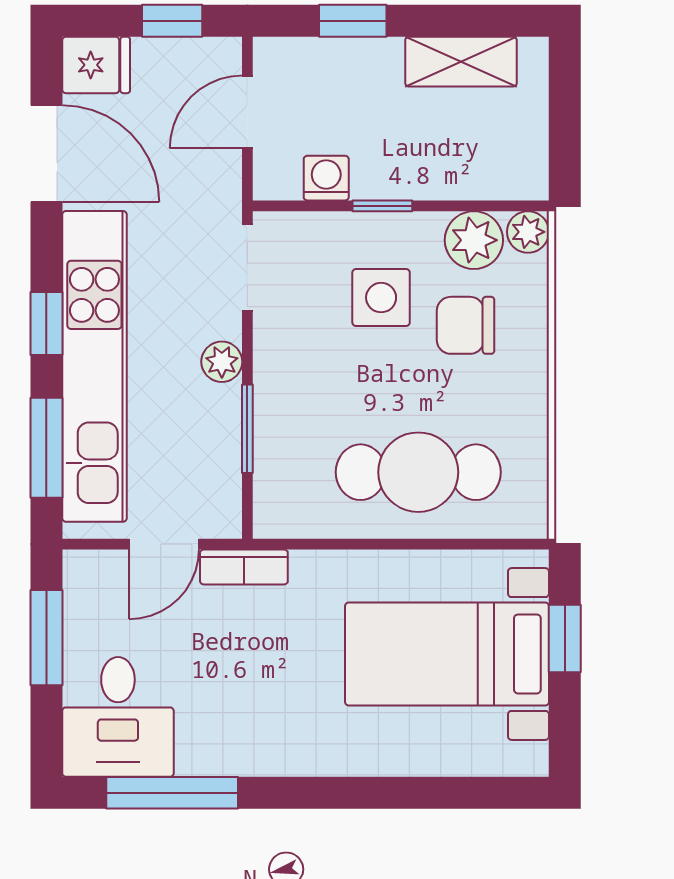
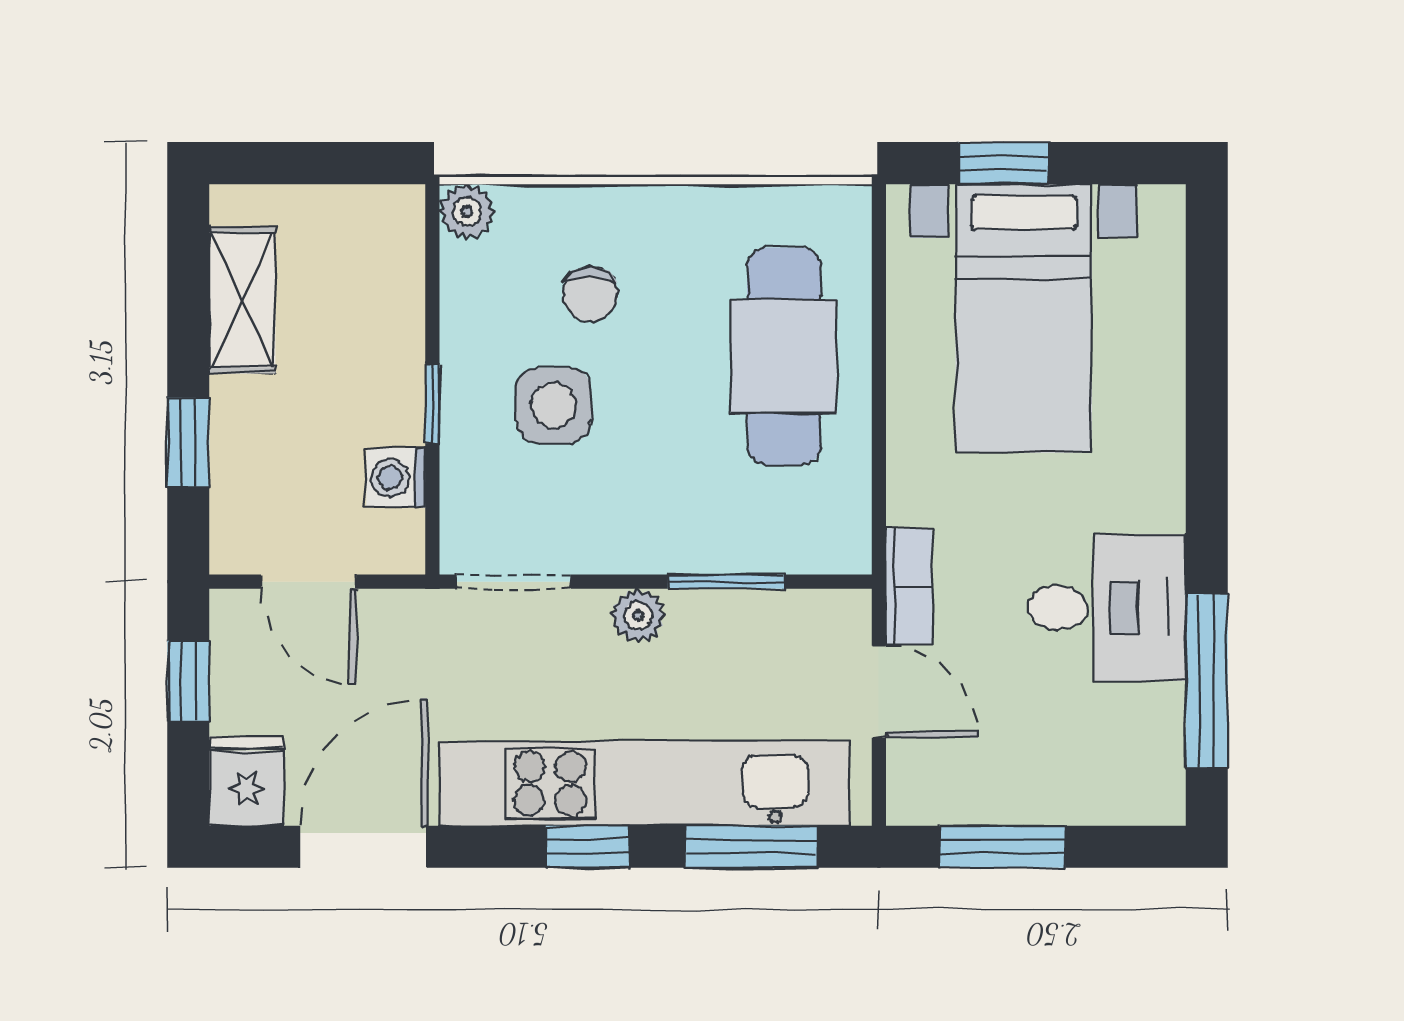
plant: (474, 240) -> (478, 283), removed
chair: (466, 325) -> (590, 294), width x0.73, depth x0.73
desk: (118, 717) -> (1107, 608), moved

